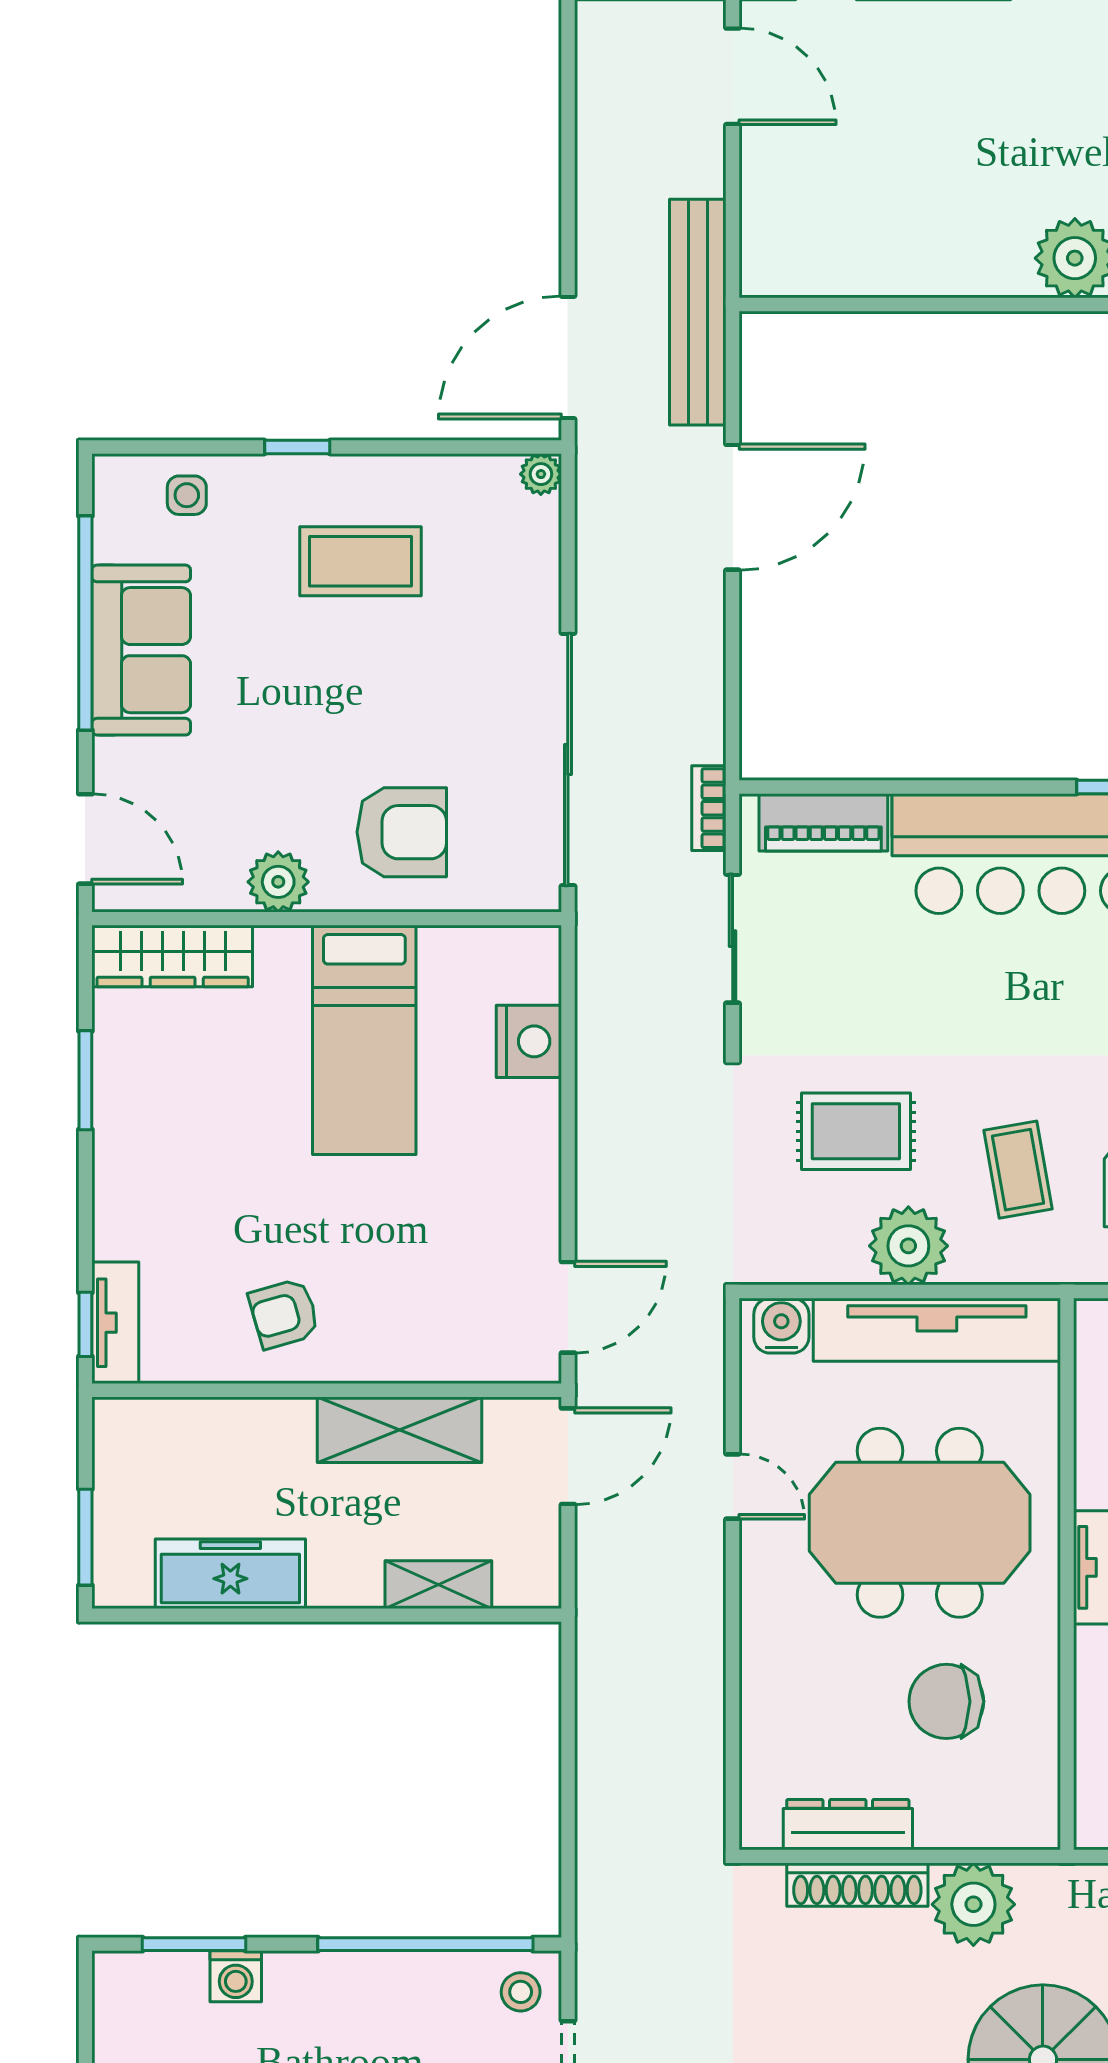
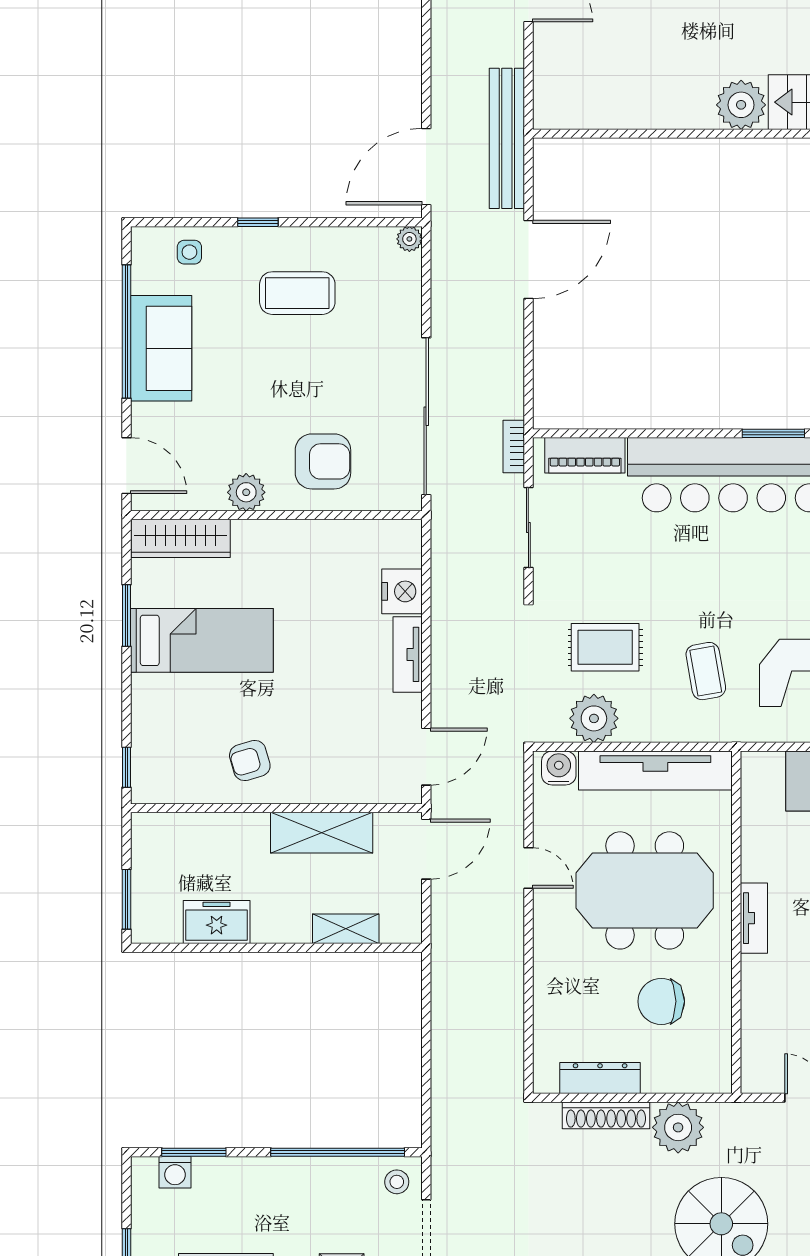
bed: (364, 1040) -> (202, 640), moved, turned -90
plant: (908, 1246) -> (594, 718), moved
tv unit: (115, 1323) -> (408, 654), moved, turned 180
freezer: (230, 1574) -> (217, 922), width x0.71
washing machine: (236, 1976) -> (175, 1172), moved

